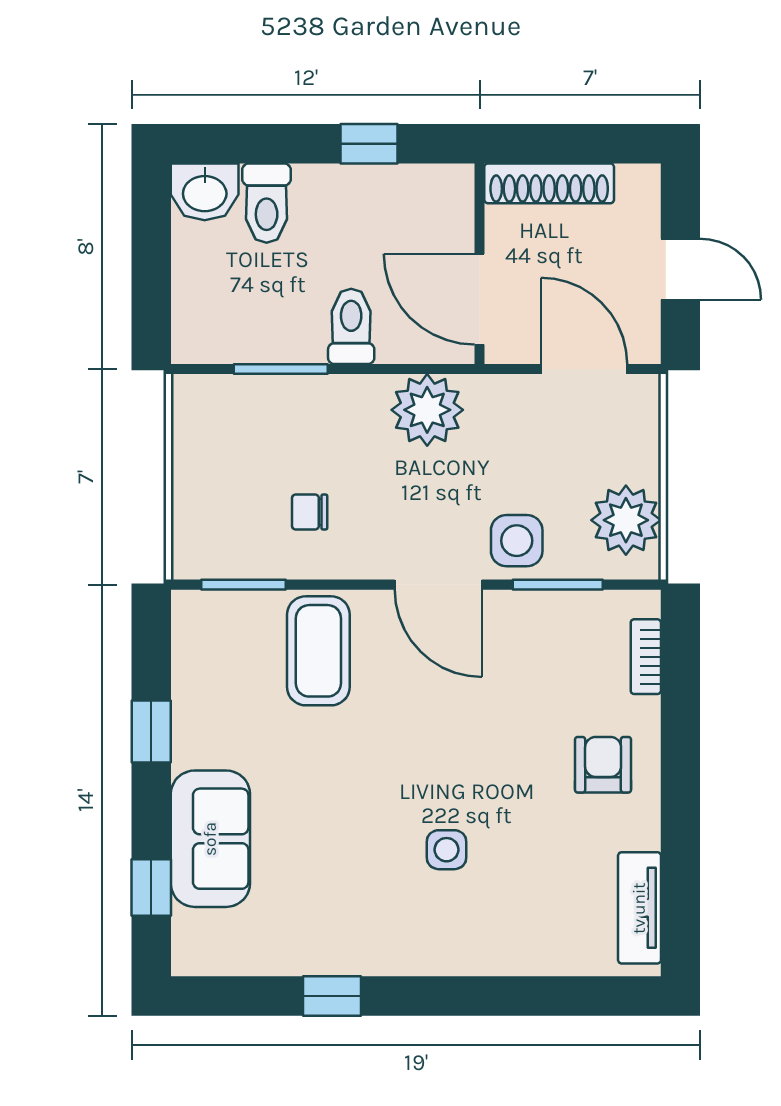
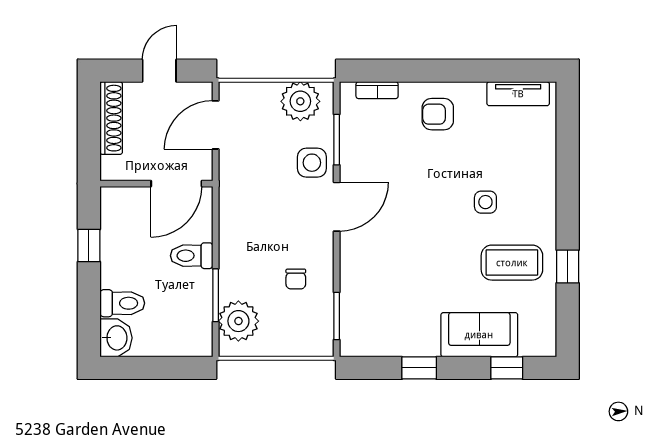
shoe rack: (549, 183) -> (111, 118), moved
plant: (427, 410) -> (238, 321), moved
coffee table: (318, 651) -> (512, 263), moved

